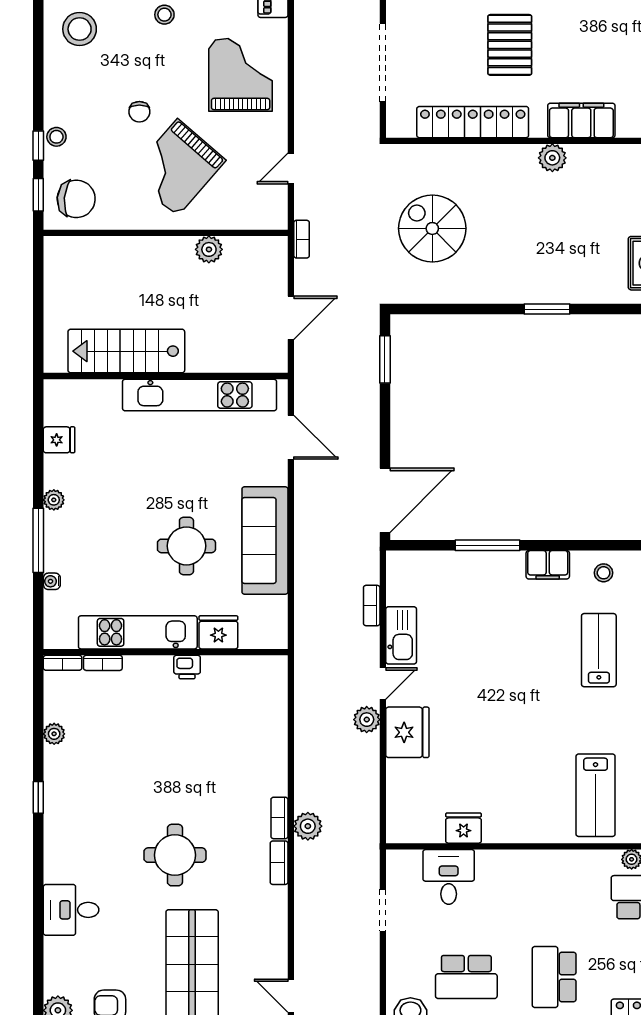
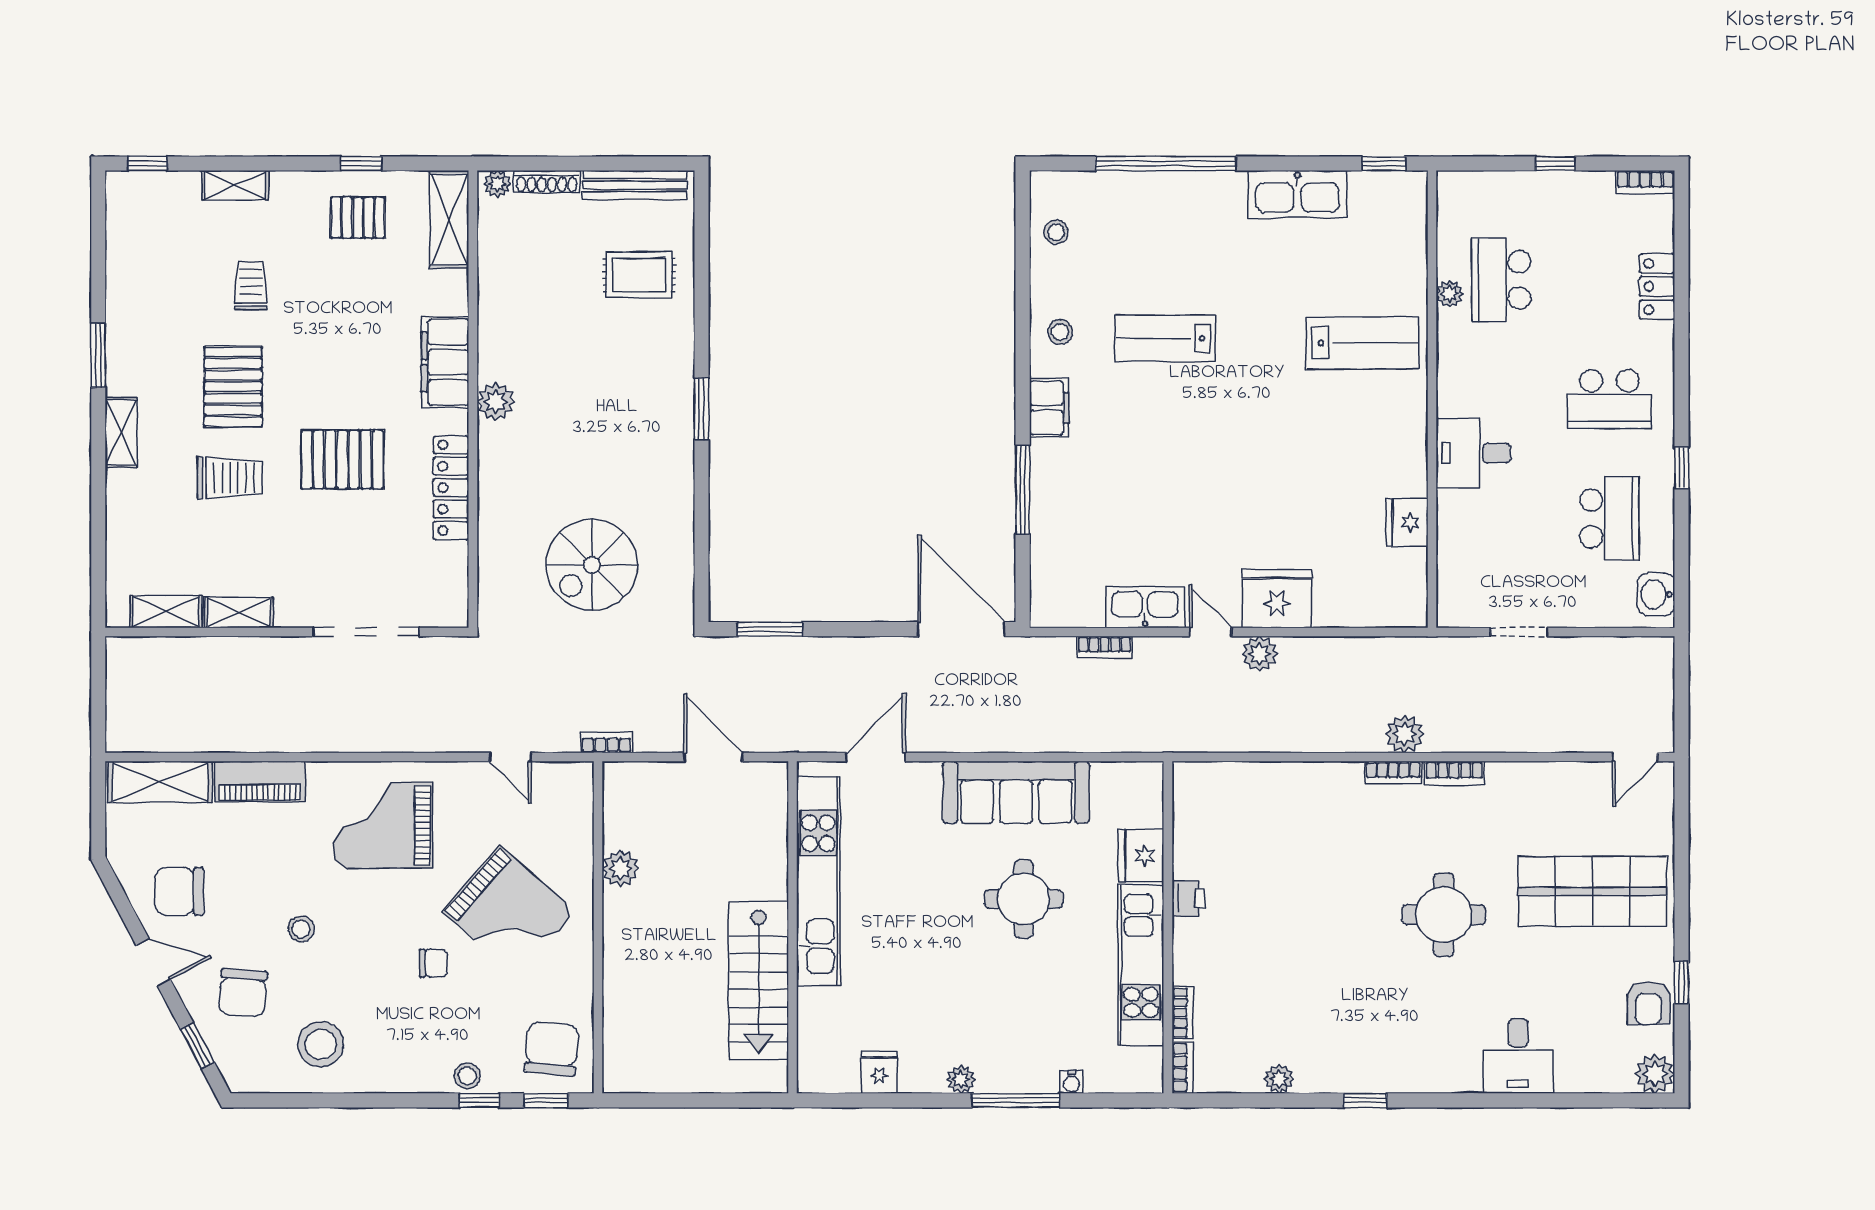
locker: (473, 122) -> (451, 488), width x0.71, depth x0.83
desk: (449, 877) -> (1474, 453), moved

